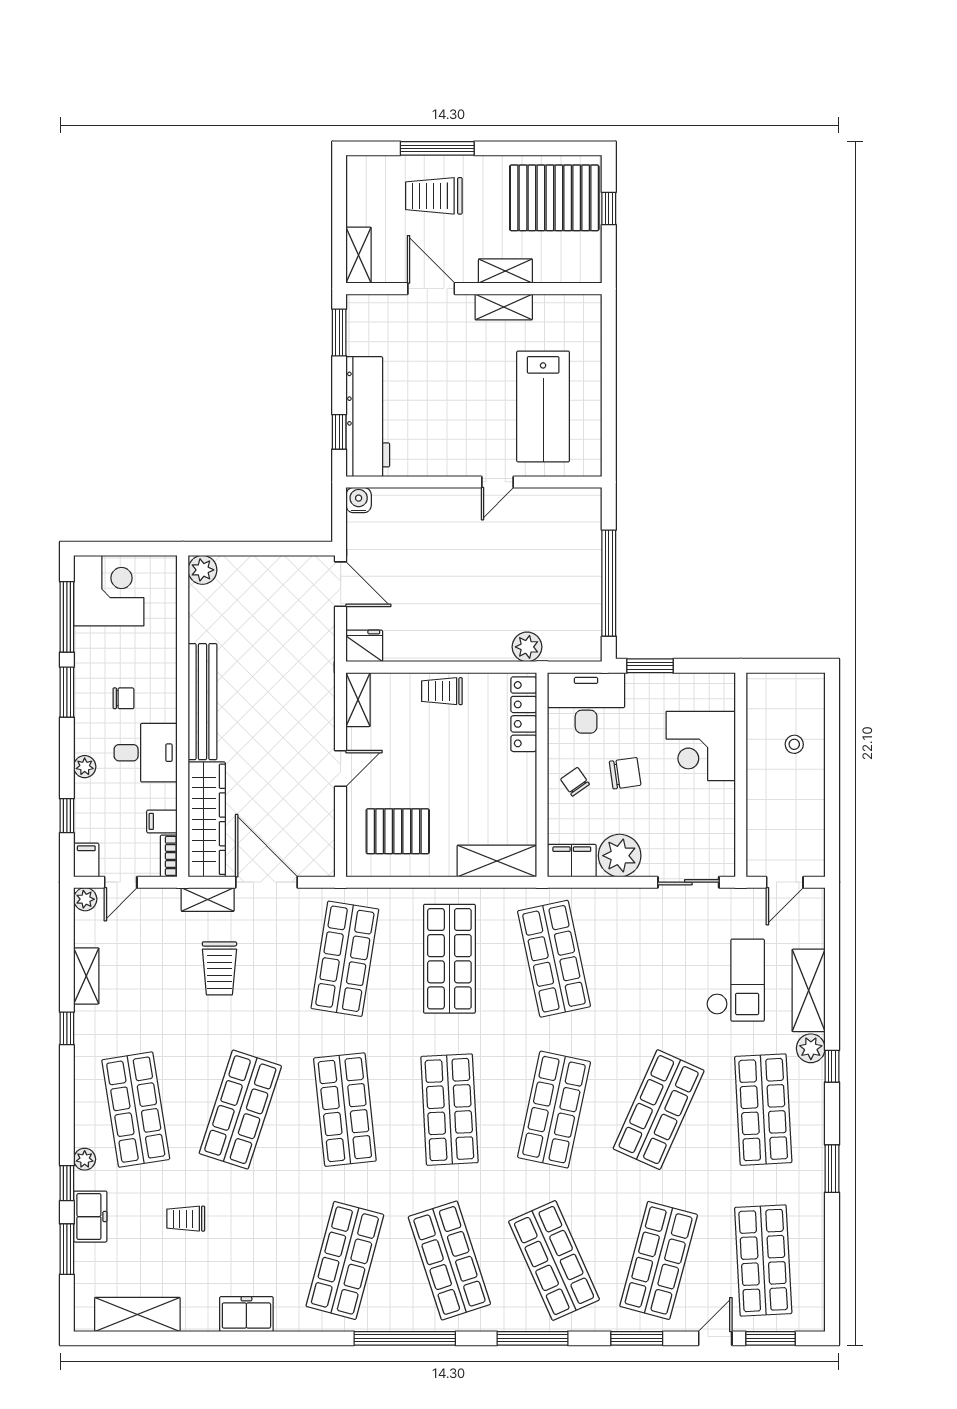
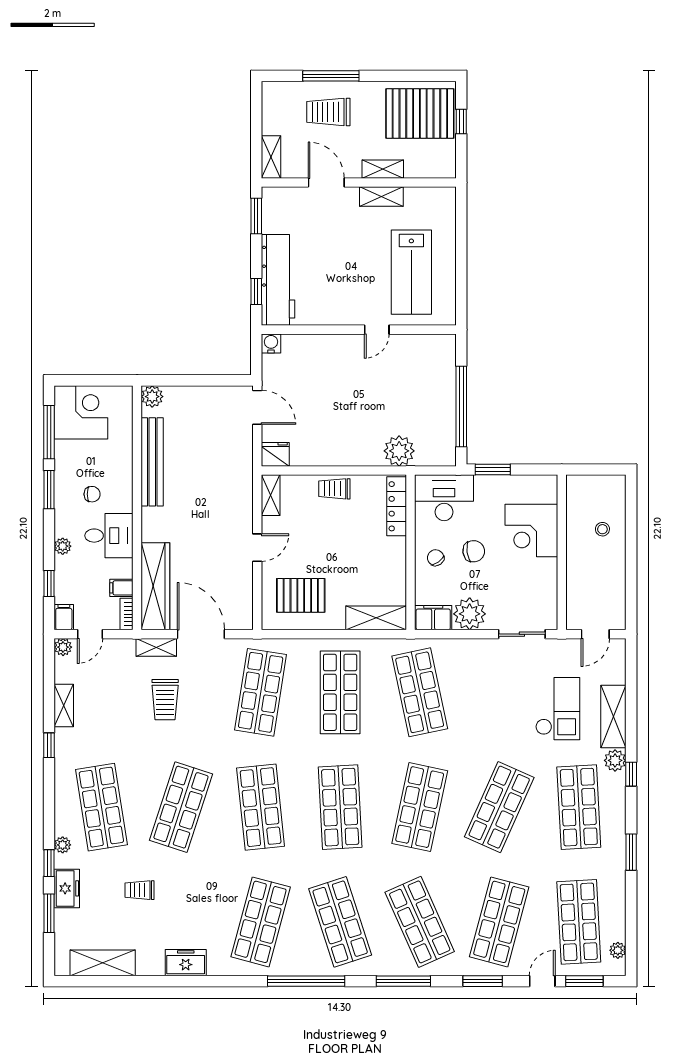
plant: (527, 647) -> (399, 451), width x1.36, depth x1.36
bench: (202, 702) -> (152, 462), moved
plant: (814, 1298) -> (618, 950), added

